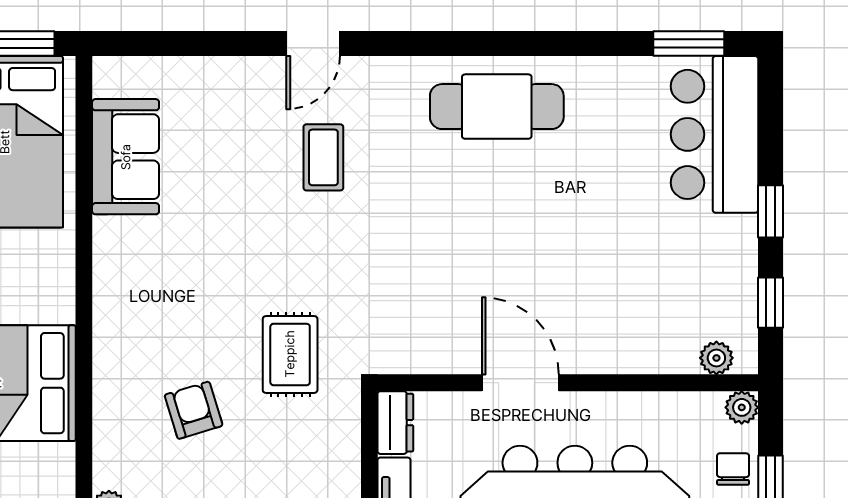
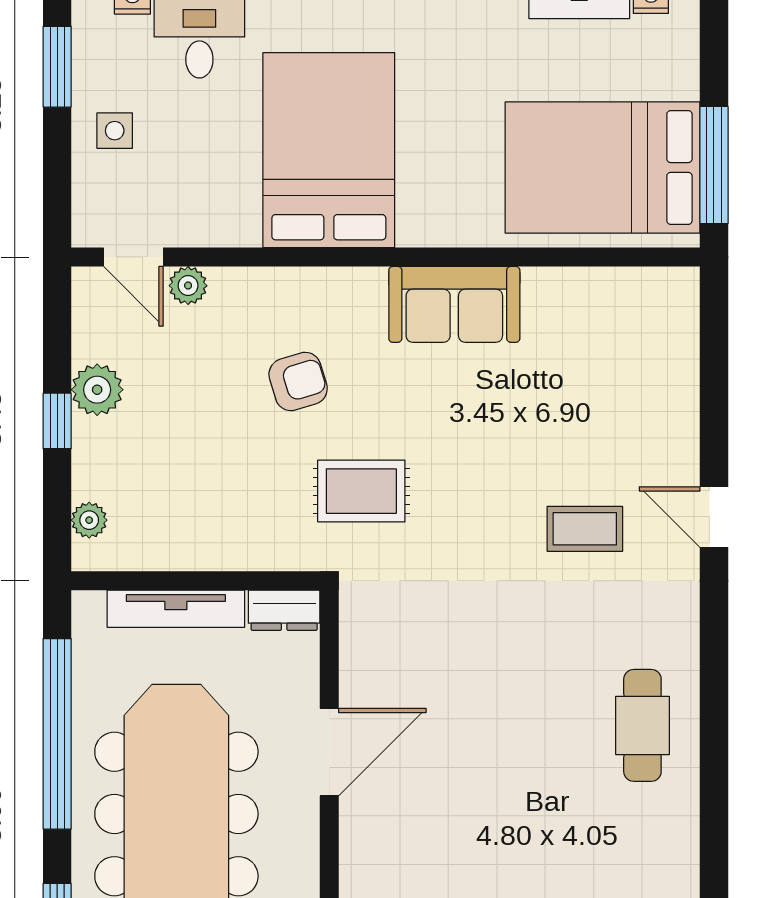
cafe table: (497, 107) -> (642, 725), width x0.73, depth x0.74
sofa: (126, 157) -> (454, 304), moved

